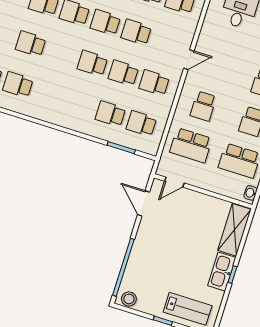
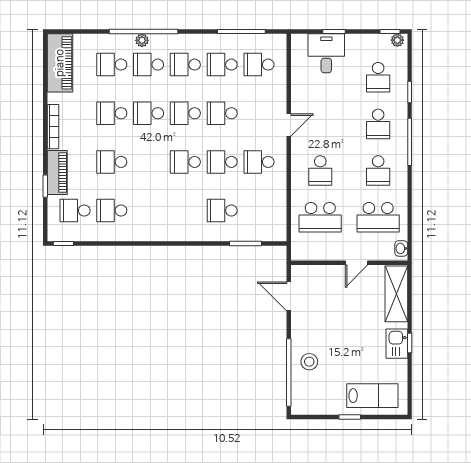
school desk: (141, 124) -> (259, 211), removed
door: (174, 182) -> (357, 263), moved
kitchen sink: (222, 272) -> (397, 344), width x0.73
stool: (129, 299) -> (309, 362), moved

